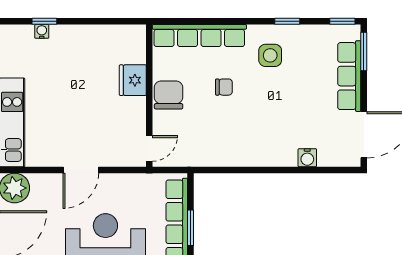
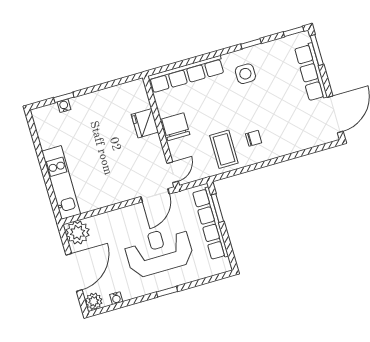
chair: (224, 87) -> (254, 138), moved
coffee table: (219, 138) -> (224, 149), added
water cooler: (307, 158) -> (297, 144), removed
door: (81, 170) -> (155, 195), moved
window: (190, 228) -> (217, 208), moved

